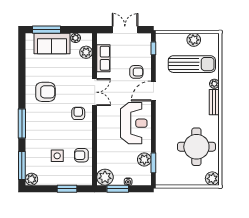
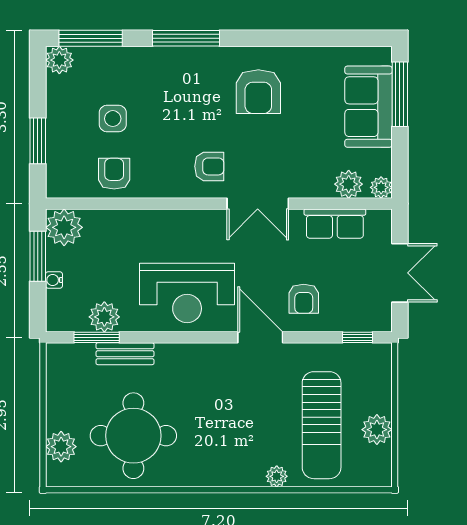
plant: (76, 38) -> (381, 187), moved
bench: (214, 102) -> (125, 354), moved
plant: (212, 179) -> (61, 447), moved

